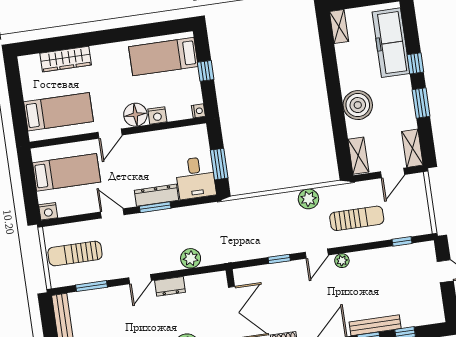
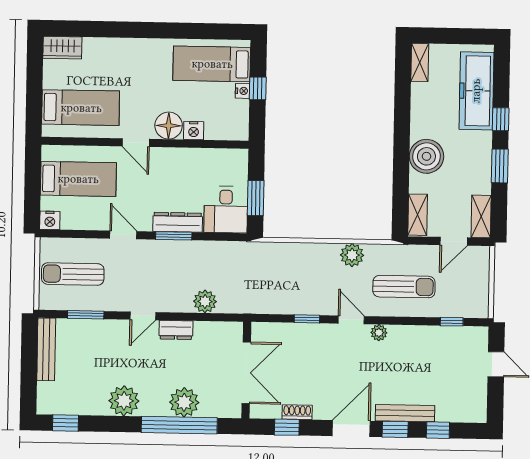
wardrobe: (66, 59) -> (62, 48), moved, width x0.67
nightstand: (198, 111) -> (243, 91), moved
door: (110, 134) -> (136, 143), hinge flipped
door: (317, 254) -> (351, 320), swing flipped

